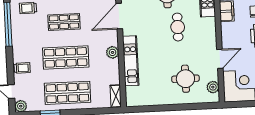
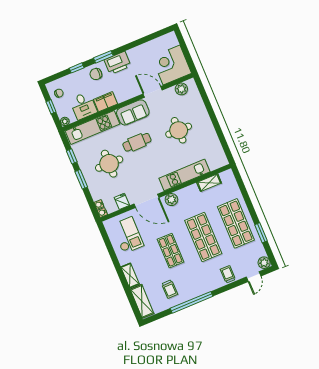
sofa: (207, 33) -> (133, 112), added
plant: (112, 52) -> (171, 200), moved
round table: (185, 79) -> (179, 130), moved
shelving: (116, 96) -> (209, 183), moved

